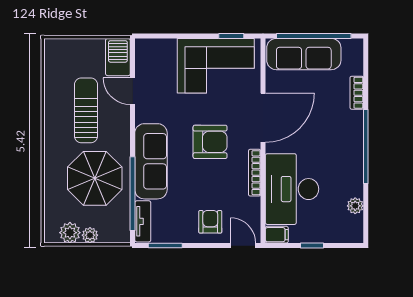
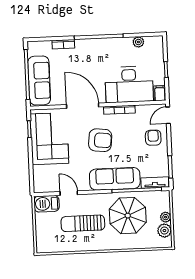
door: (133, 91) -> (69, 193), swing flipped
armchair: (210, 142) -> (100, 140), turned 96
armchair: (210, 222) -> (153, 138), turned 90

